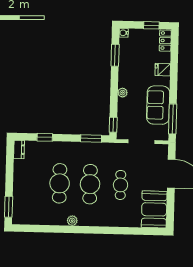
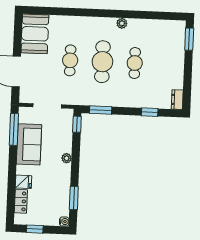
locker: (165, 41) -> (21, 201), moved
cafe table: (60, 183) -> (135, 63), width x0.73, depth x0.74

